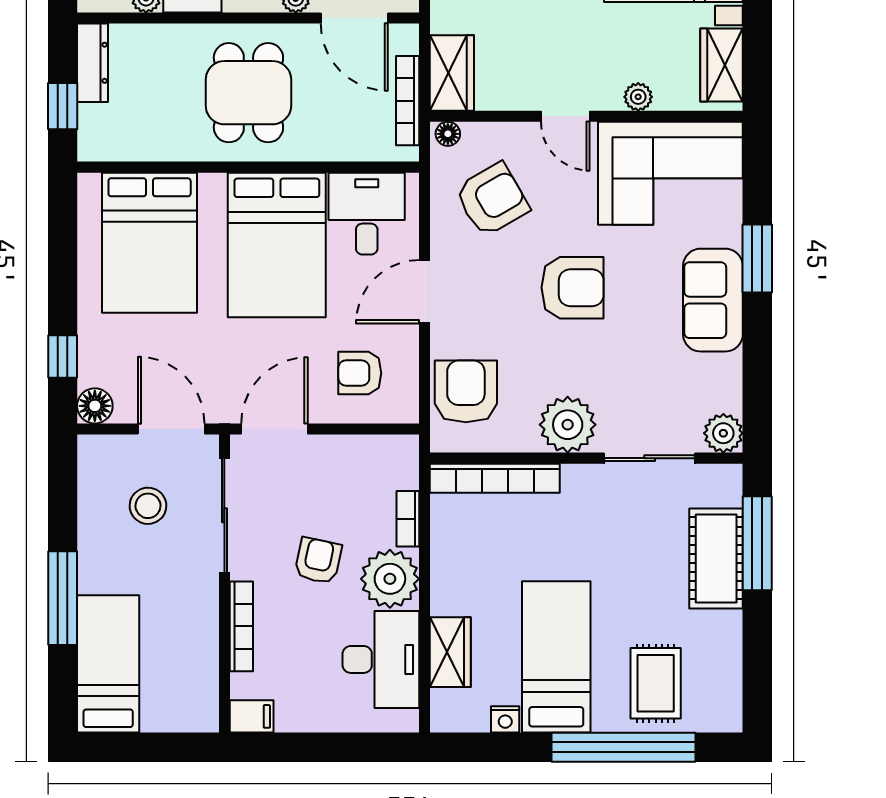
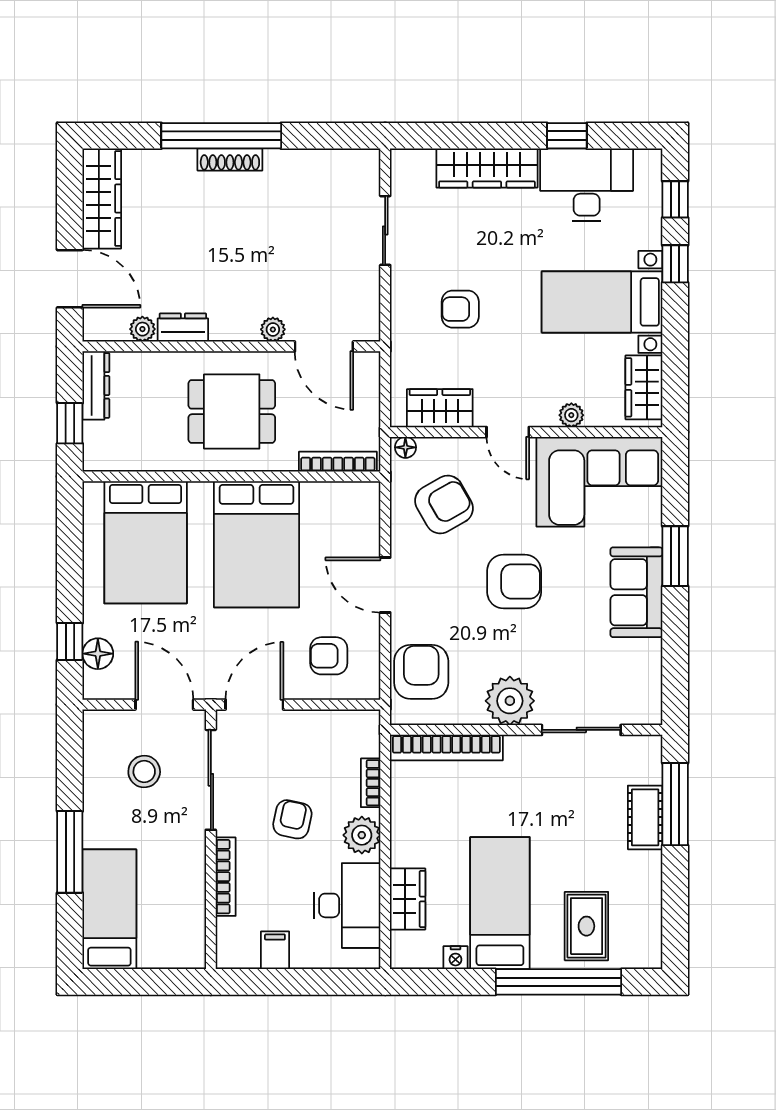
wardrobe: (452, 73) -> (440, 408), moved, turned -90
dining table: (248, 93) -> (232, 411), turned 90
bookcase: (408, 101) -> (338, 462), moved, turned 90
desk: (367, 214) -> (335, 517), removed
door: (425, 292) -> (385, 585), hinge flipped
floor lamp: (95, 406) -> (98, 654), moved
plant: (723, 433) -> (646, 708), removed
cot: (716, 558) -> (645, 817), width x0.73, depth x0.75
plant: (390, 579) -> (362, 835), width x0.73, depth x0.73
filing cabinet: (252, 716) -> (275, 950), moved, turned -90

